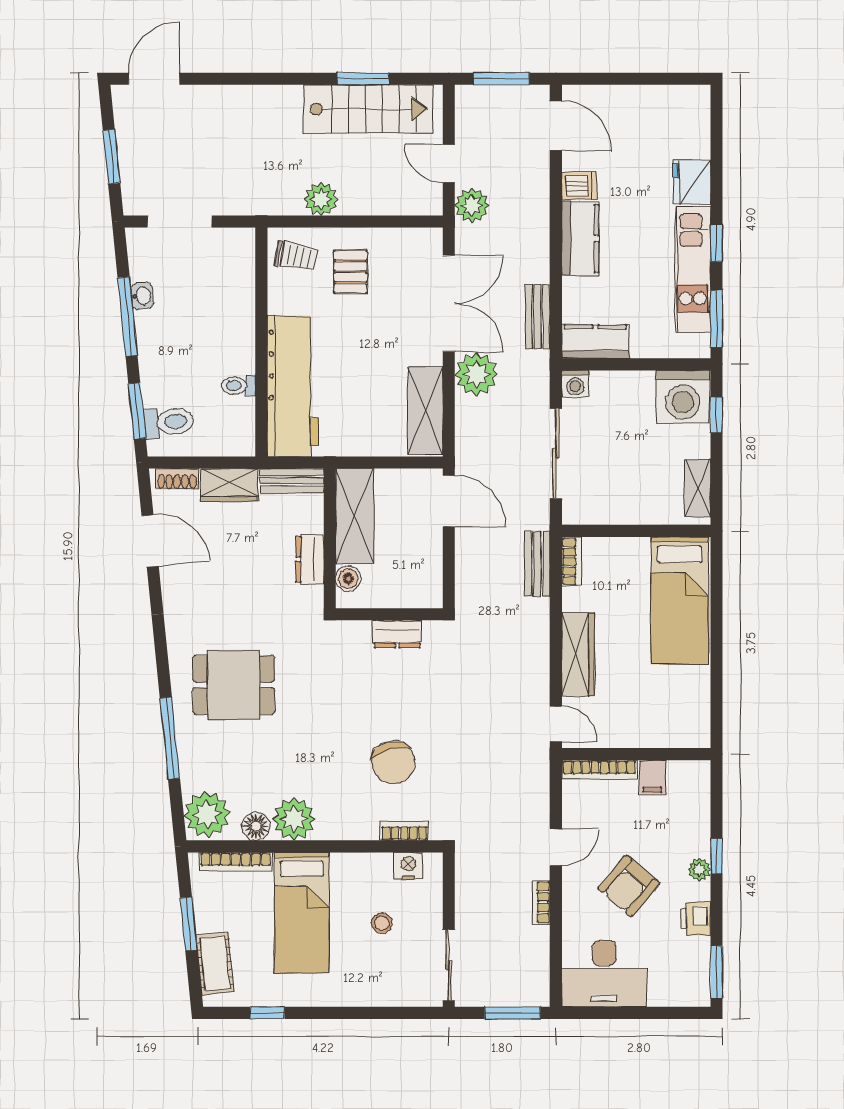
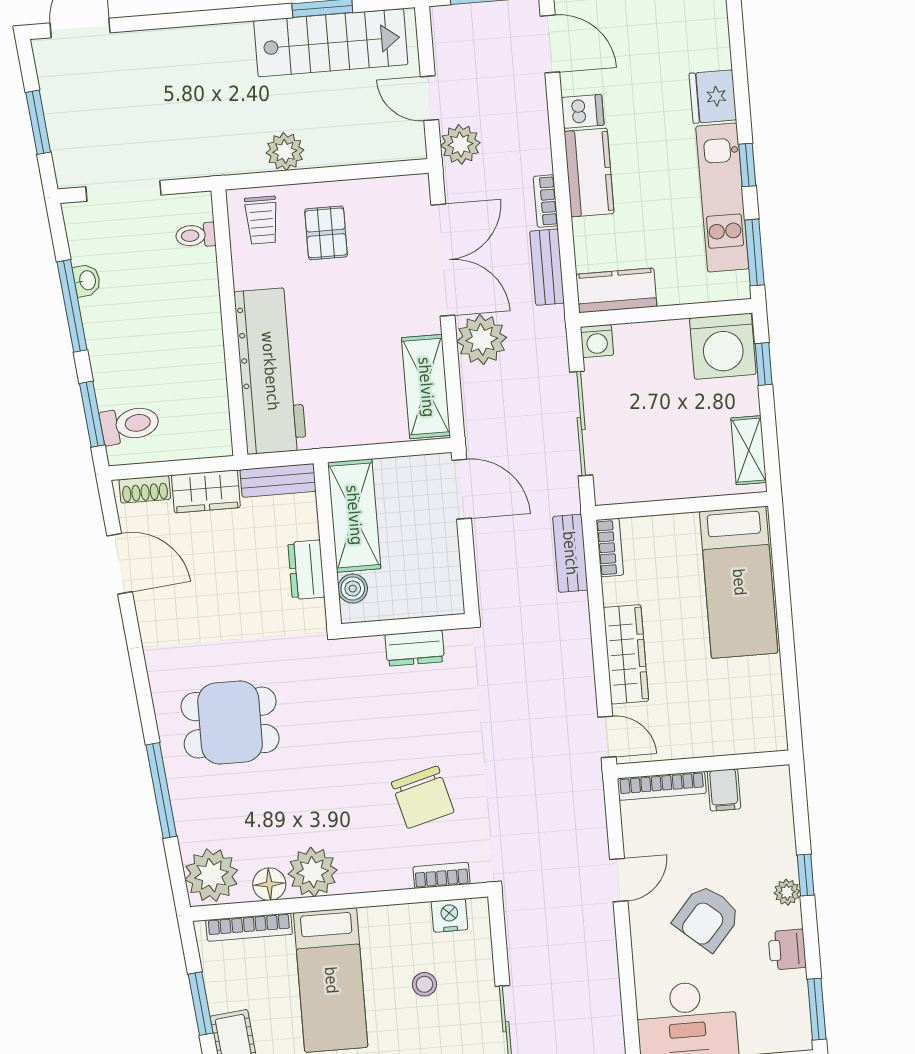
trolley: (296, 256) -> (262, 220), turned 80
toilet: (238, 386) -> (196, 235), moved
bookcase: (541, 902) -> (546, 201), moved

